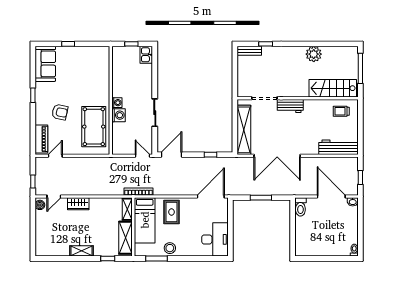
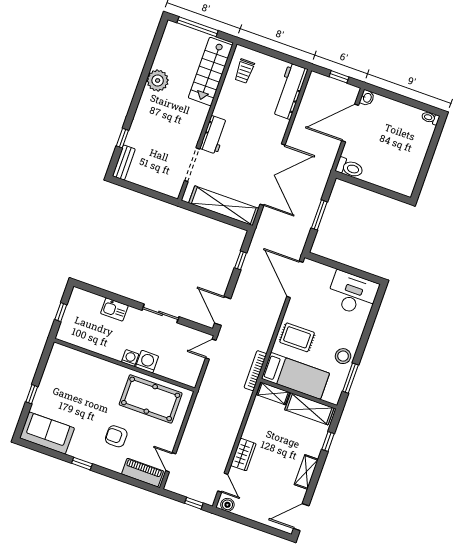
kitchen sink: (146, 55) -> (114, 309), moved
armchair: (60, 112) -> (116, 436), turned -102
door: (49, 258) -> (301, 517), added

